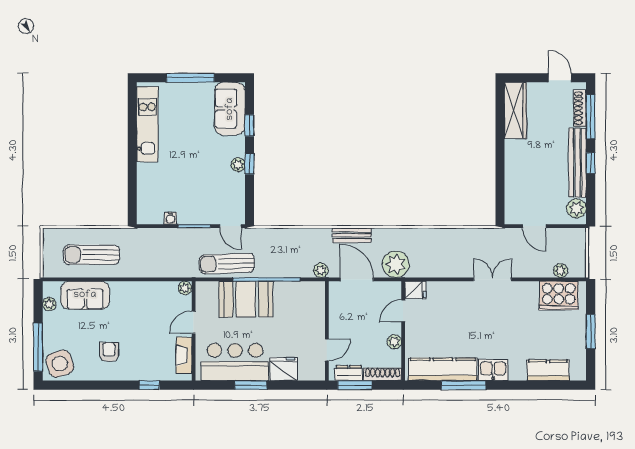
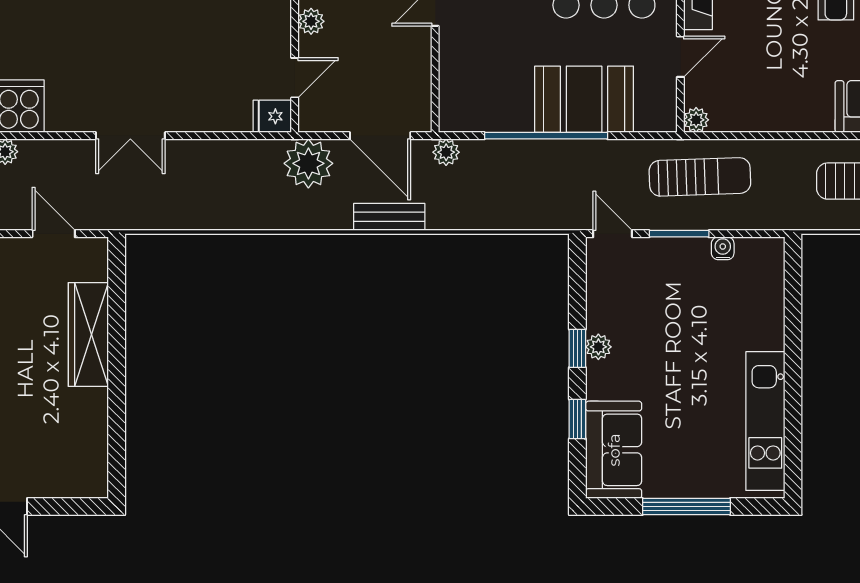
wardrobe: (515, 110) -> (88, 335), moved
sun lounger: (227, 264) -> (700, 177), moved

